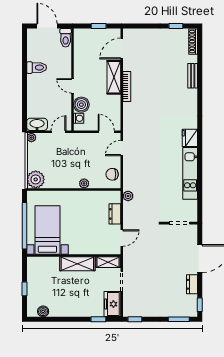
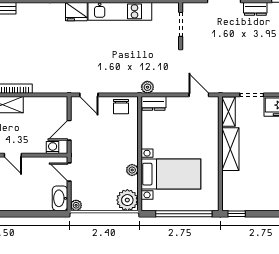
door: (72, 86) -> (13, 155), hinge flipped
boiler: (81, 105) -> (36, 144), removed
door: (106, 132) -> (69, 130), moved
plant: (84, 183) -> (132, 170), moved
dresser: (115, 214) -> (153, 103), moved
bed with nightstands: (47, 230) -> (171, 174), moved, turned 180
window: (24, 289) -> (237, 214), moved

